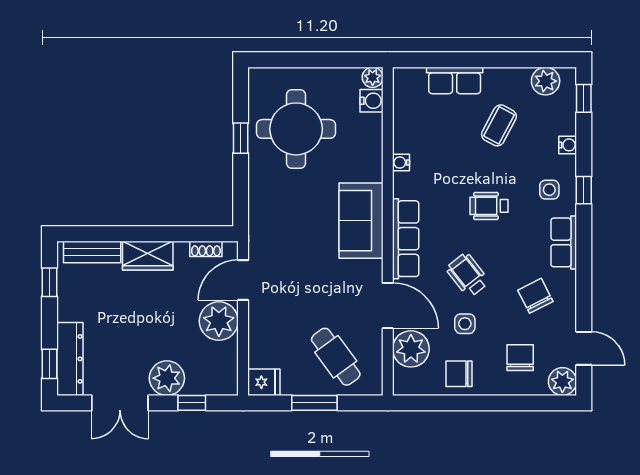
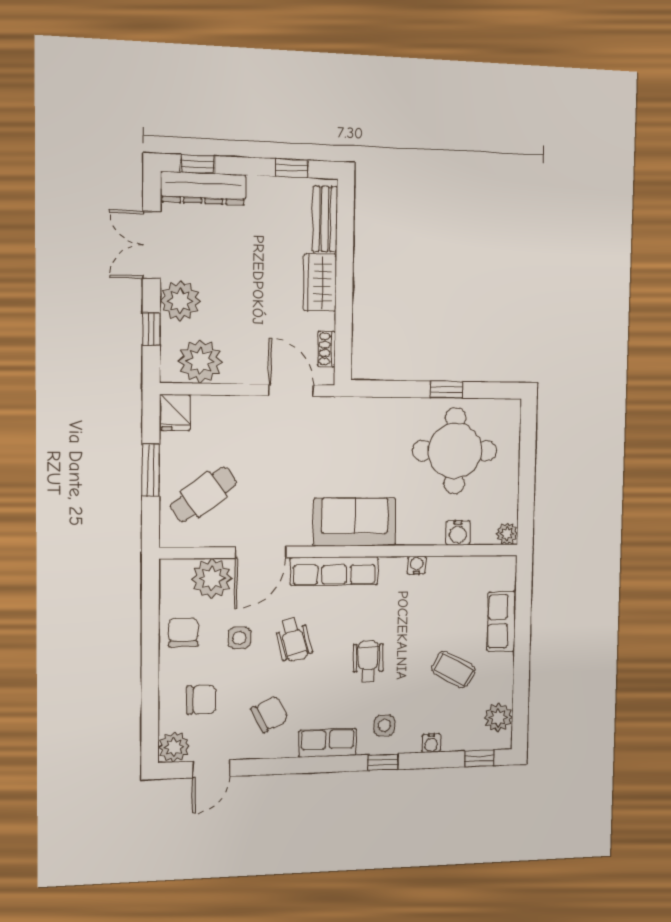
water cooler: (371, 101) -> (458, 533), moved
wheelchair: (468, 275) -> (293, 640), turned 113
plant: (219, 321) -> (200, 361), moved

